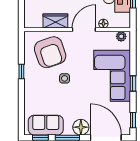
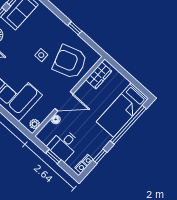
wardrobe: (55, 21) -> (99, 75), moved
door: (84, 30) -> (64, 101), hinge flipped

